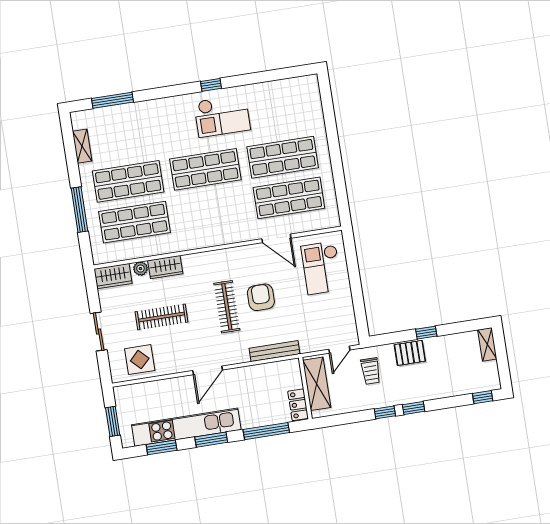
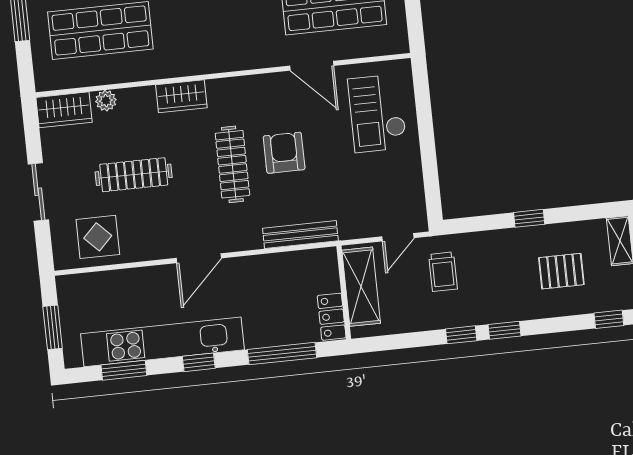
wardrobe: (165, 267) -> (181, 96), moved
pallet: (410, 353) -> (561, 271), moved
window: (211, 440) -> (199, 362), width x0.67

